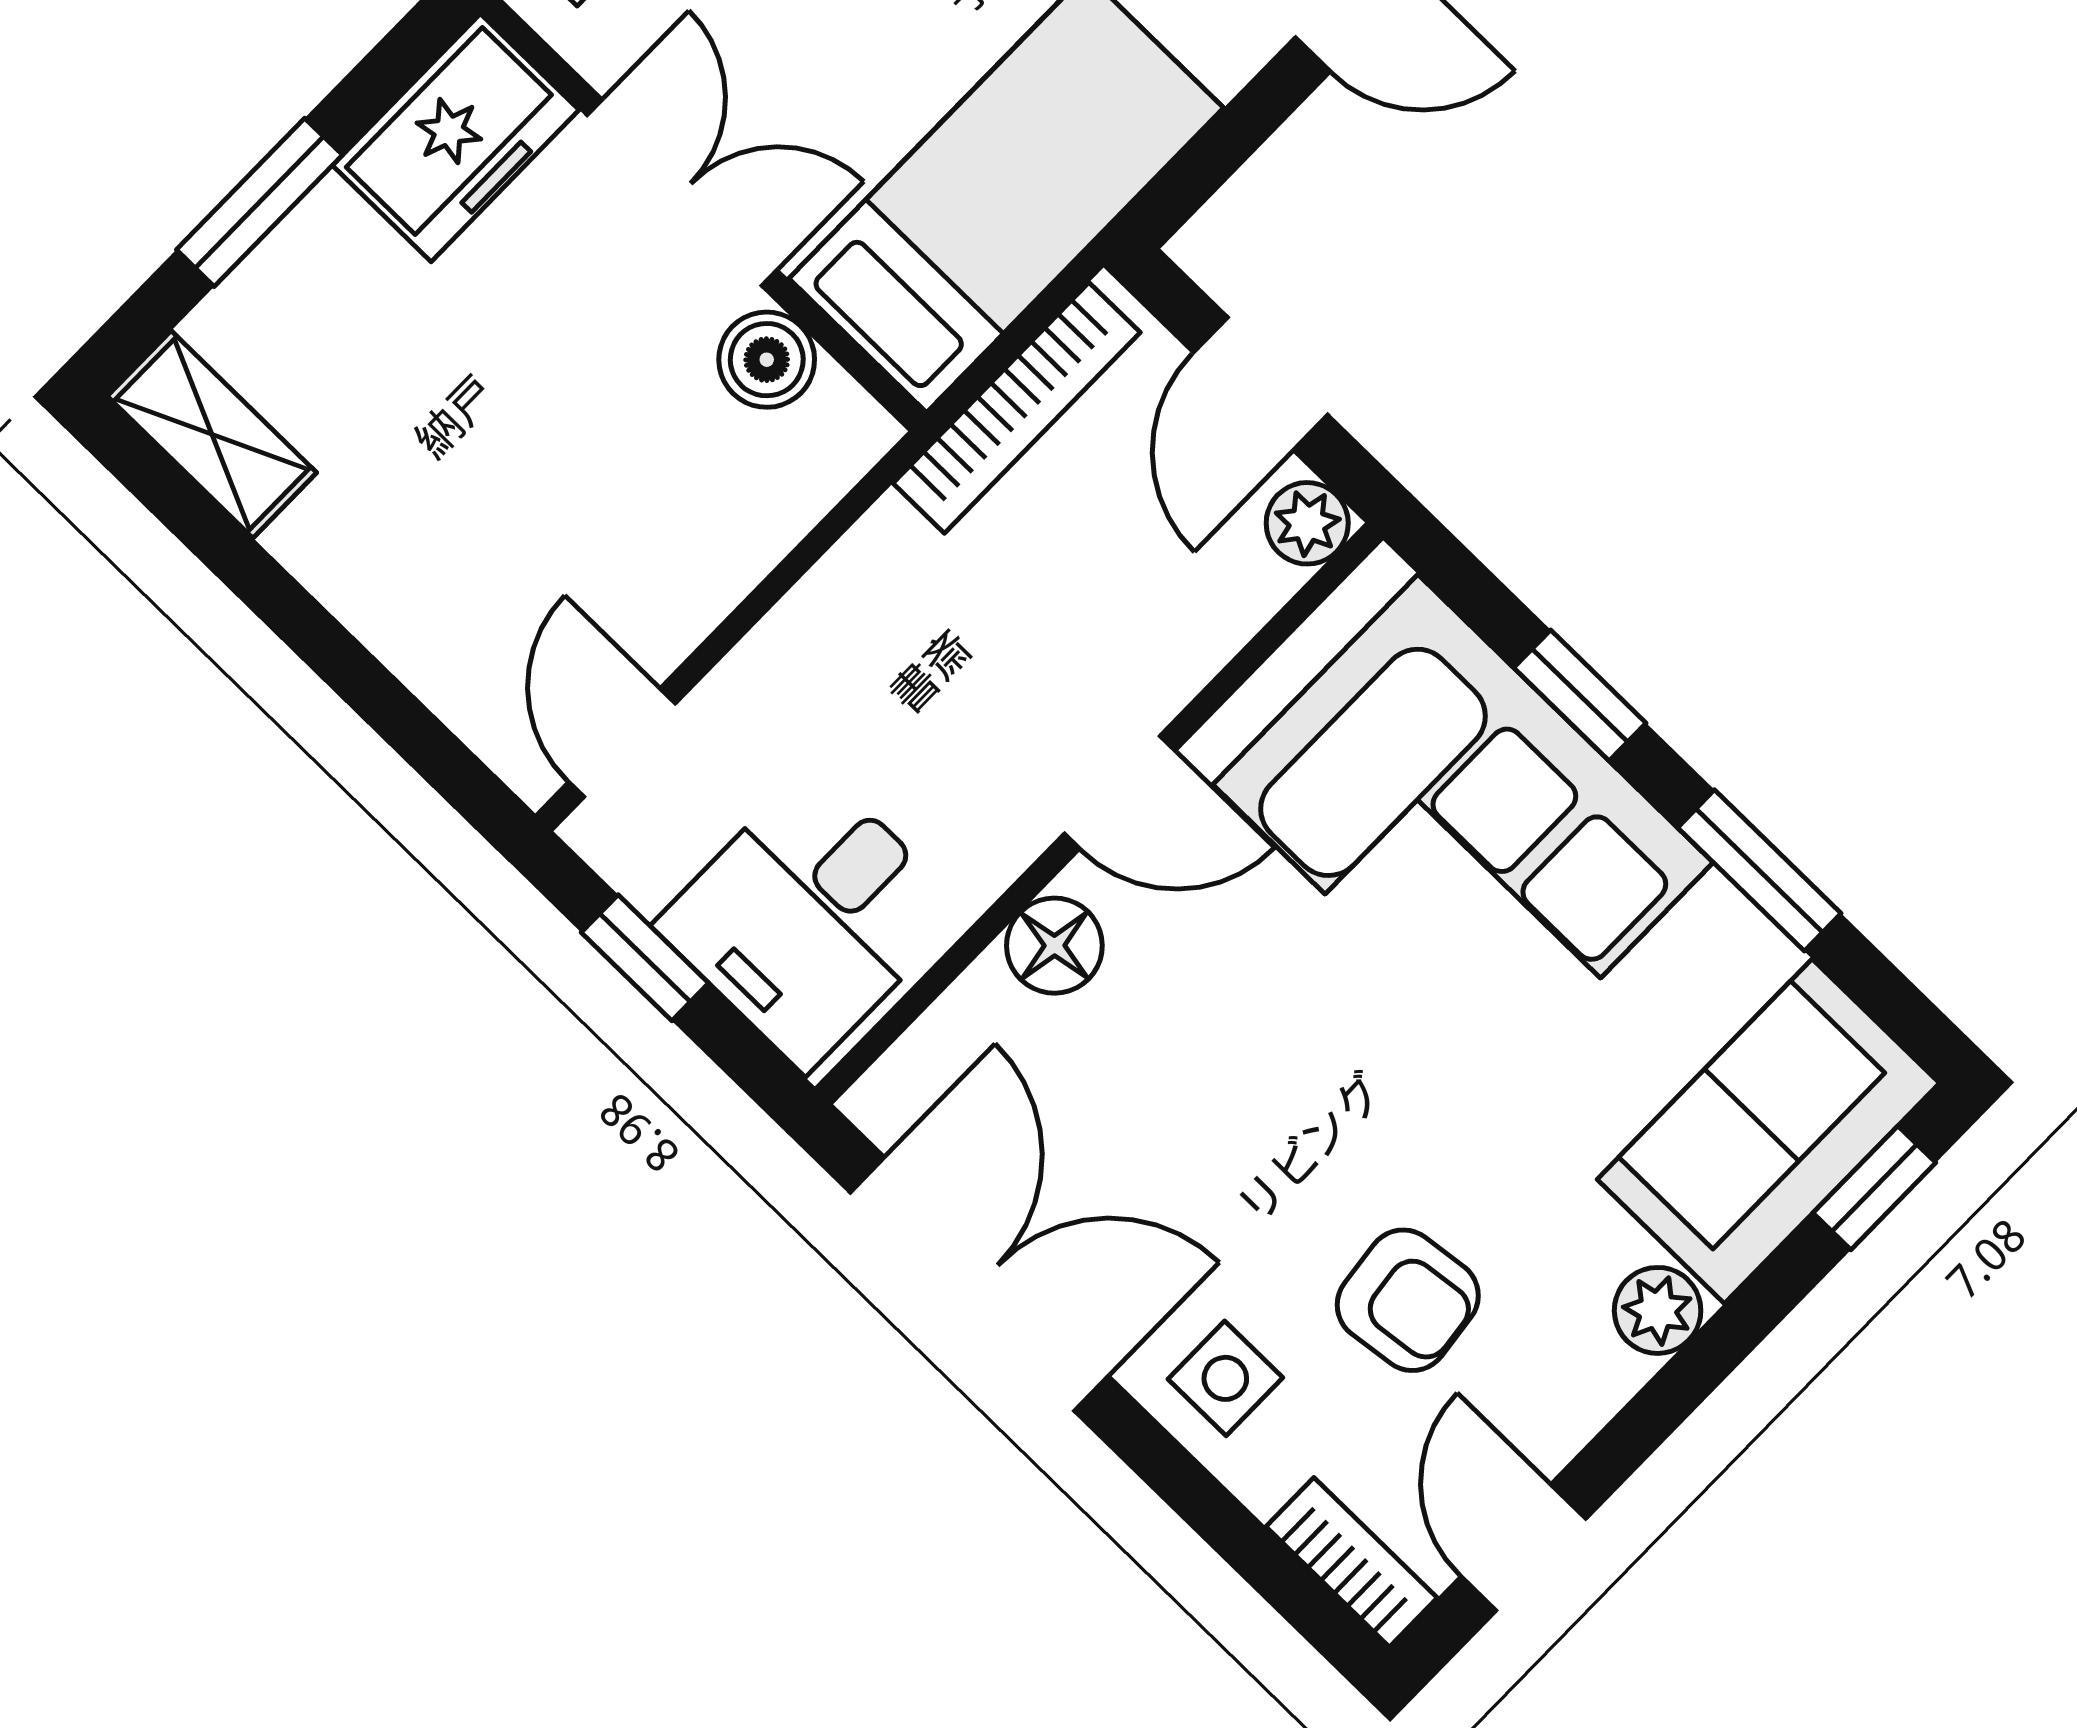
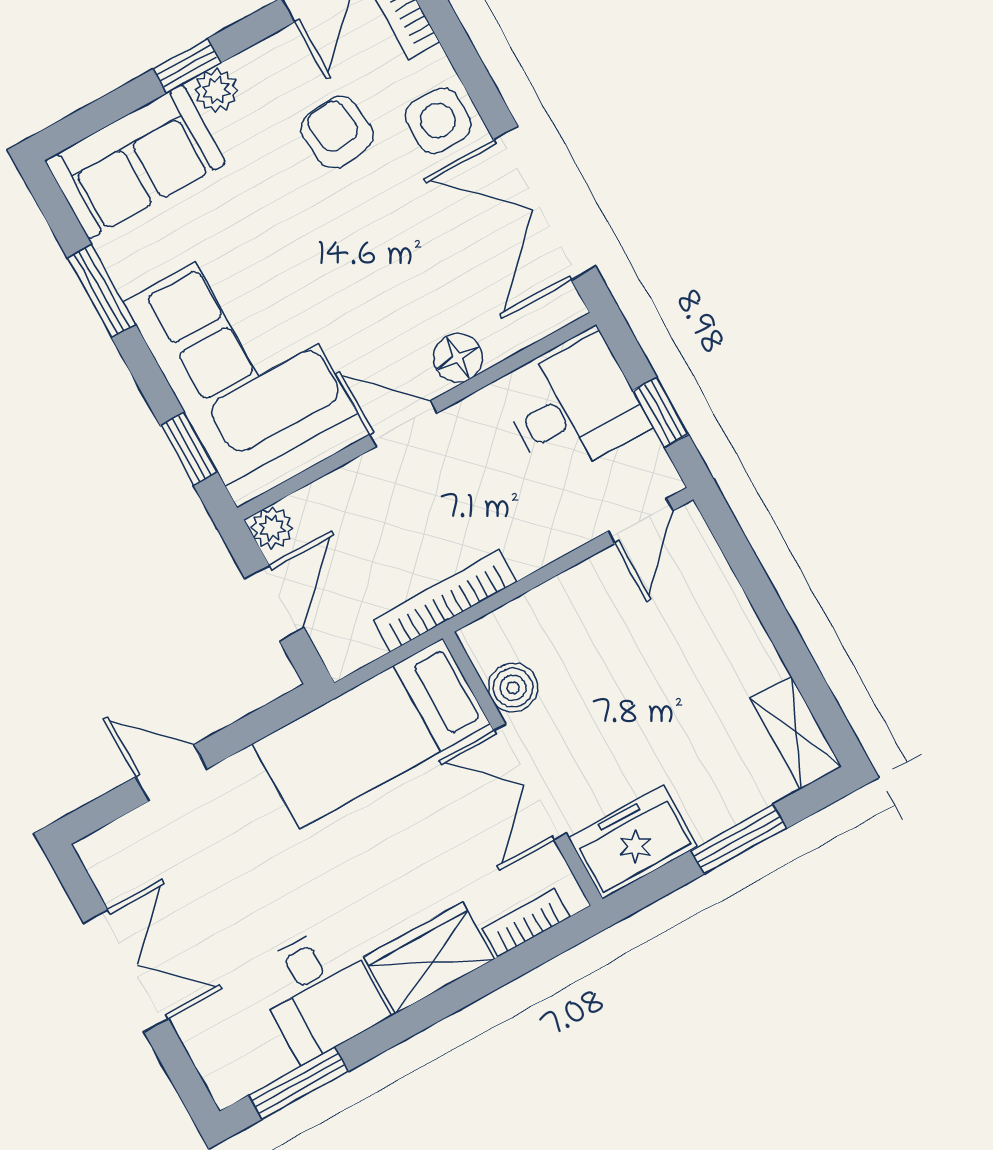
bookcase: (1017, 408) -> (445, 601), moved
window: (1580, 695) -> (189, 449), moved
window: (1874, 1188) -> (187, 66), moved
side table: (1225, 1378) -> (438, 121), width x1.37, depth x1.37

